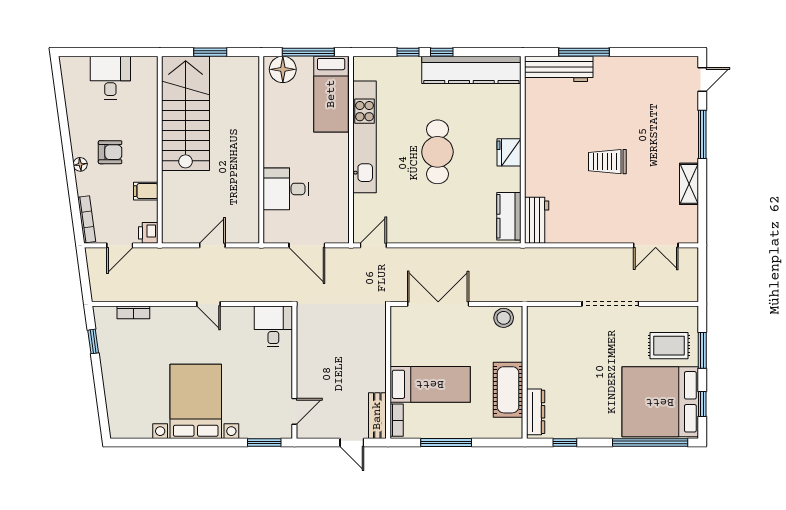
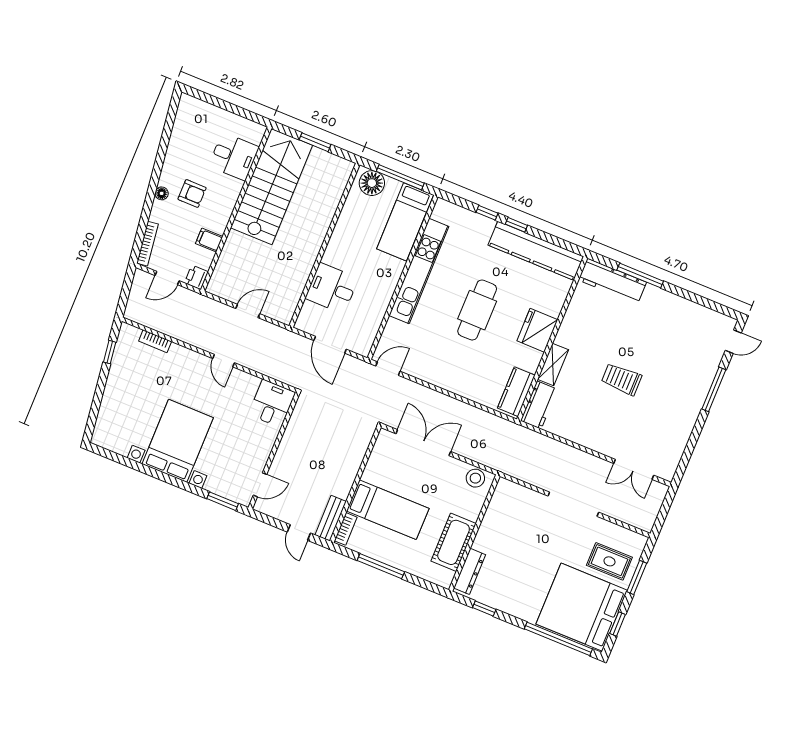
desk: (110, 78) -> (234, 156), moved, turned 90
fridge: (509, 152) -> (537, 330), width x1.36, depth x1.34
shelving: (689, 184) -> (553, 365), moved

